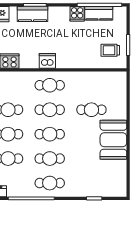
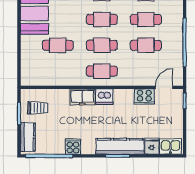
kitchen counter: (99, 13) -> (28, 137), moved, turned 90
kitchen counter: (32, 14) -> (120, 146), width x1.50
freezer: (68, 61) -> (82, 97), added

